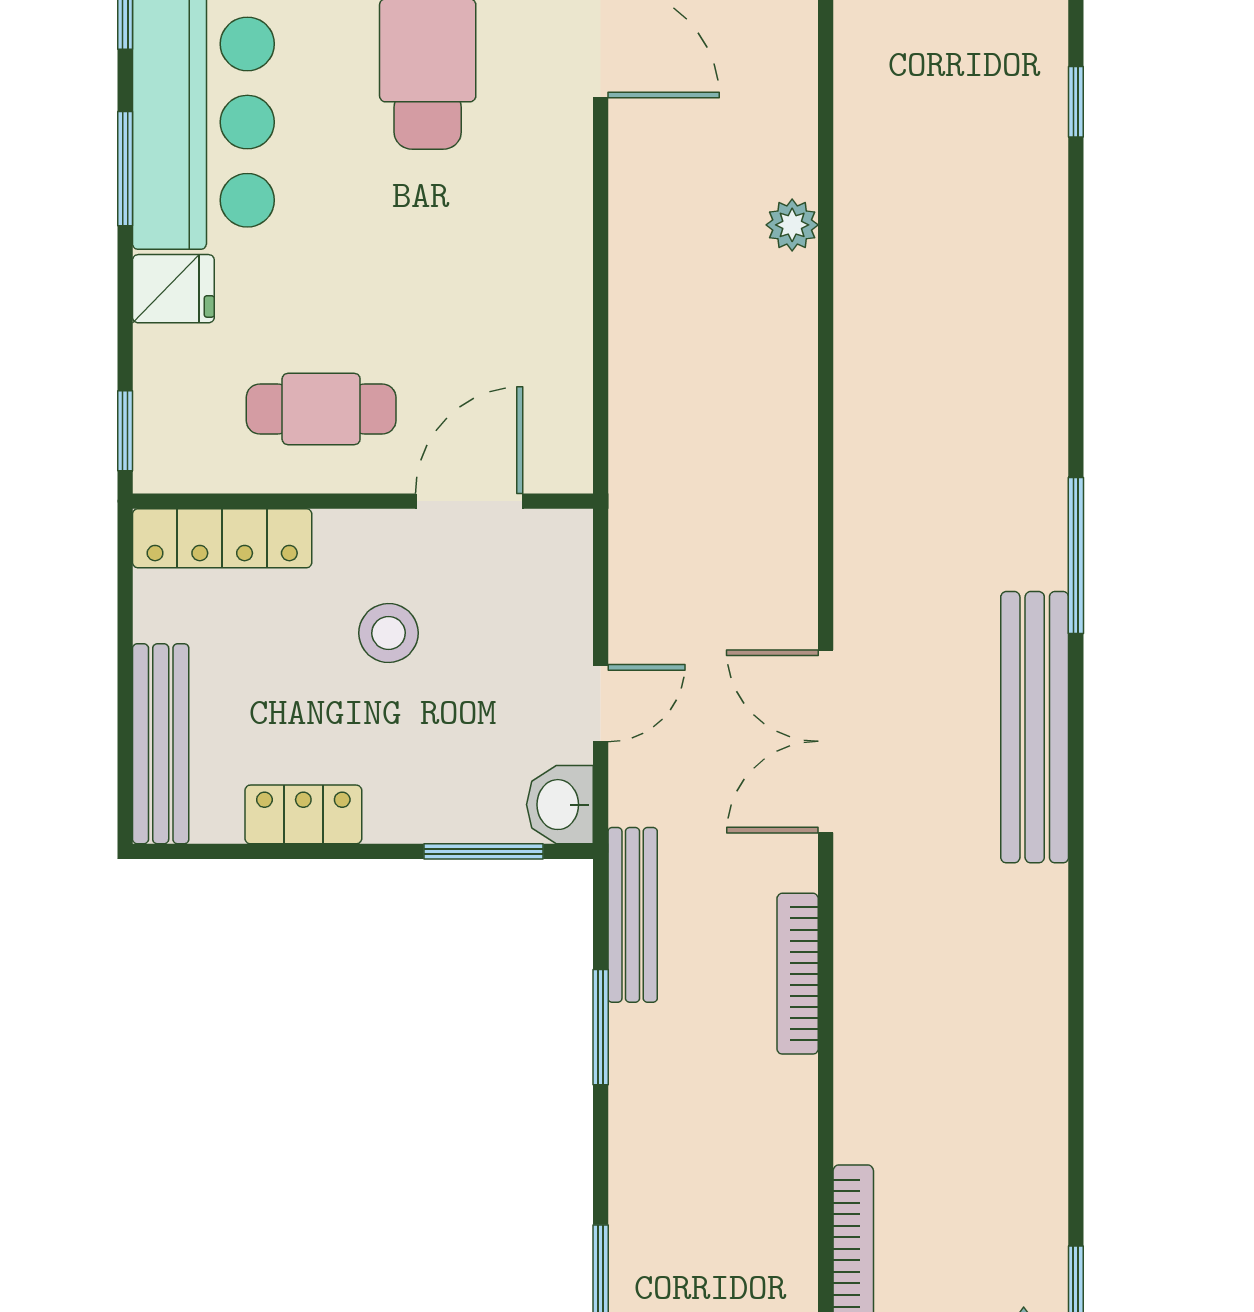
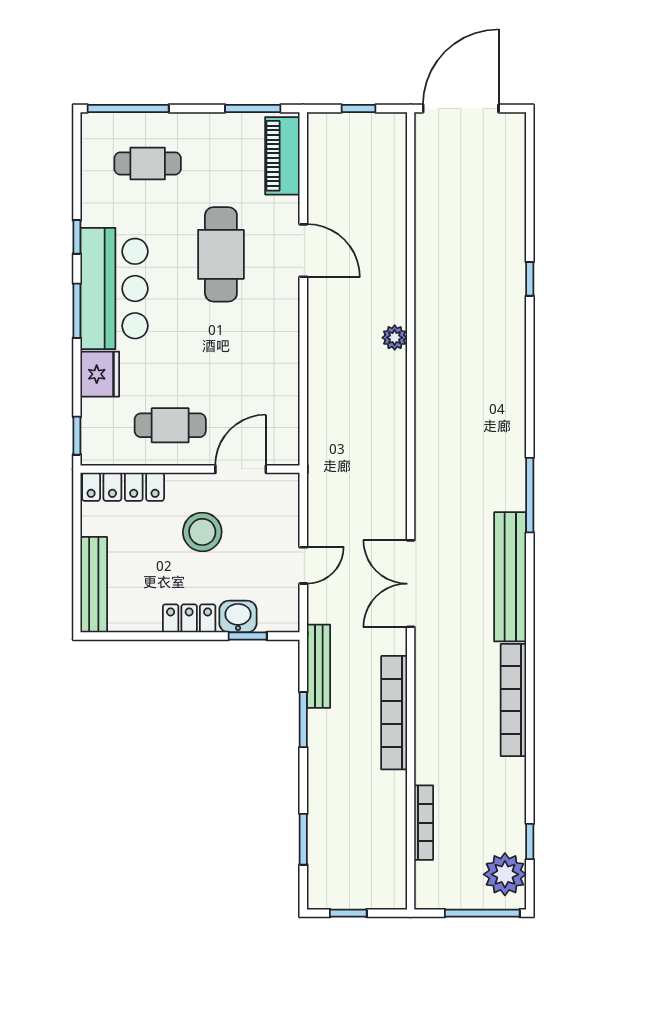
fridge: (173, 289) -> (100, 374), width x1.38
stool: (388, 633) -> (202, 532), width x1.38, depth x1.38
washbasin: (560, 805) -> (238, 617), moved, turned 90
locker: (303, 814) -> (189, 618), moved
window: (484, 851) -> (248, 636), width x0.67
bookcase: (798, 974) -> (394, 713), width x1.48, depth x1.31
bookcase: (1042, 986) -> (513, 700), added

